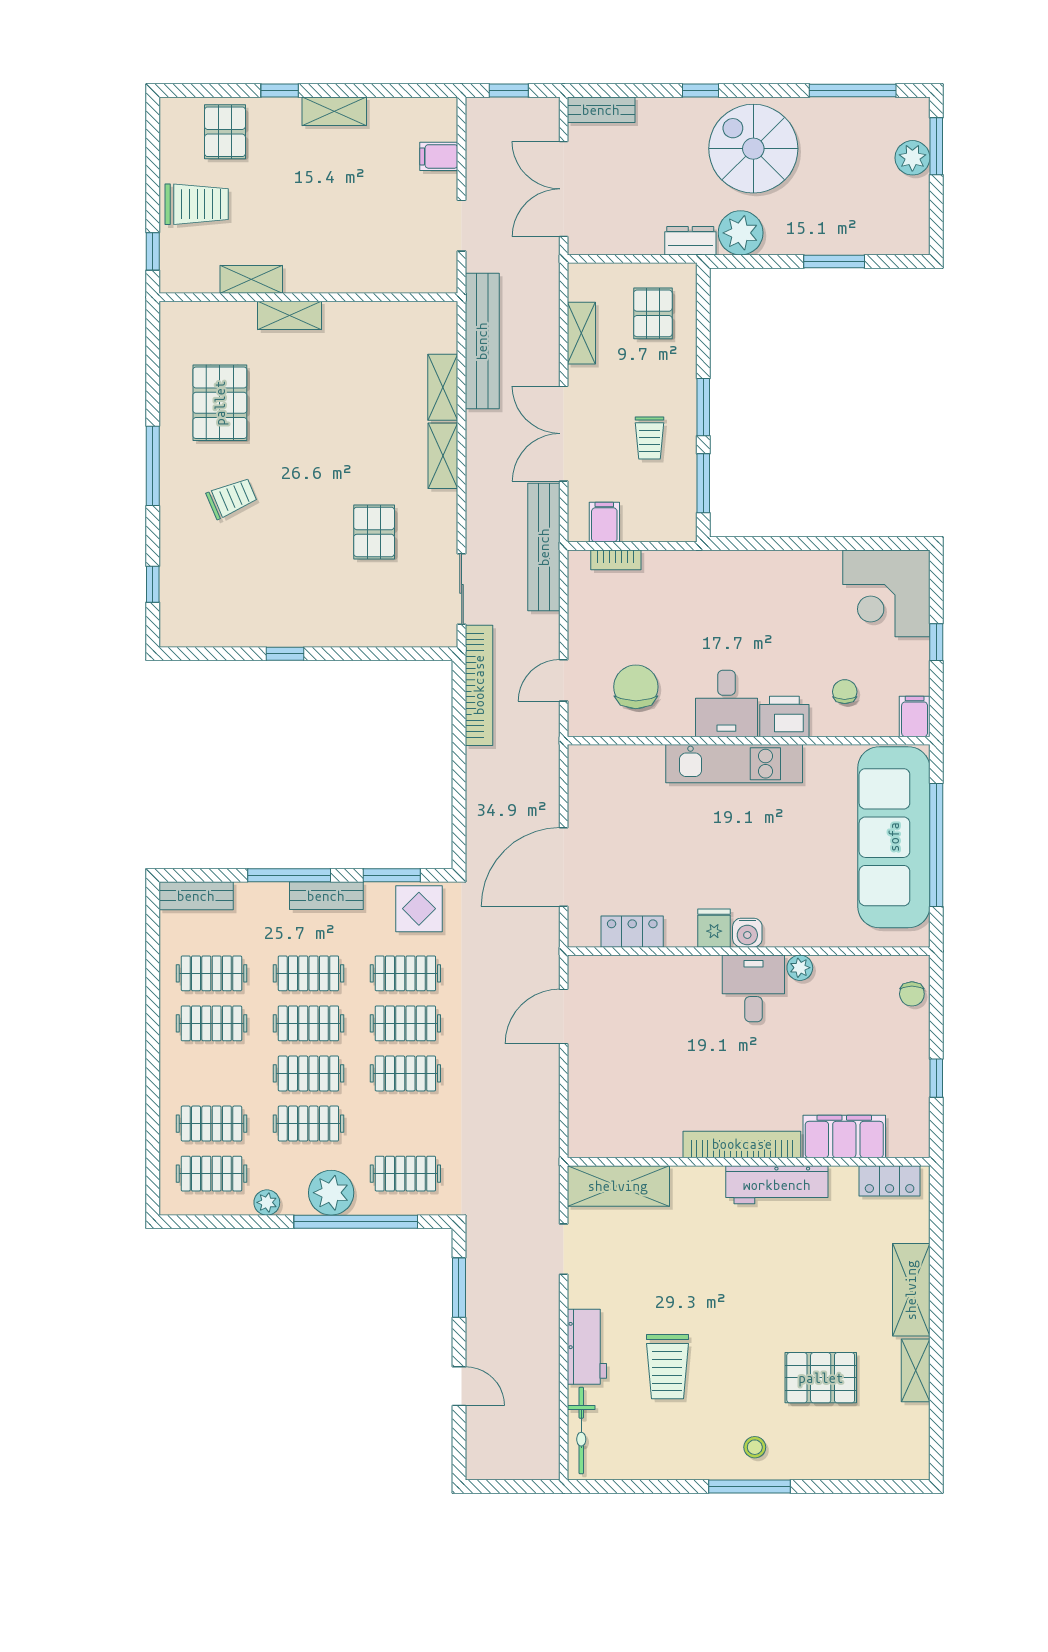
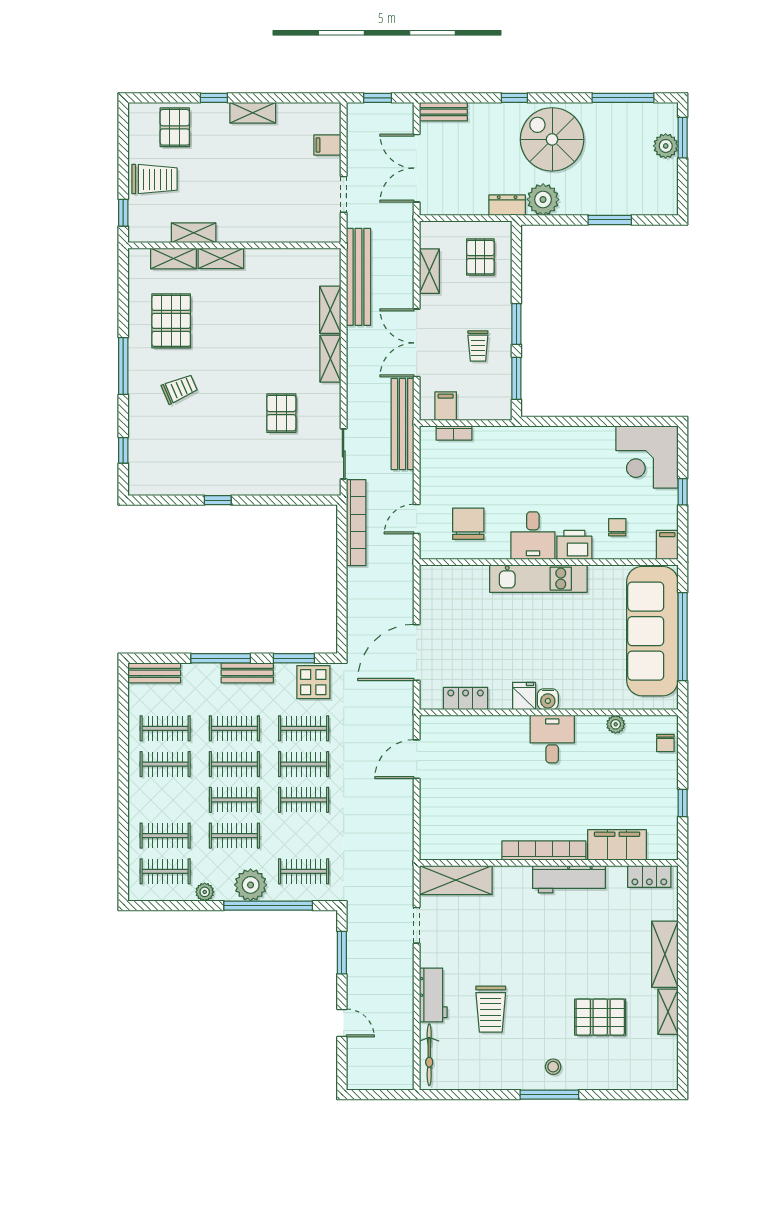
shelving: (223, 315) -> (173, 258), added
plant: (800, 968) -> (616, 724), moved

